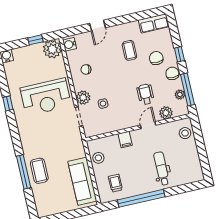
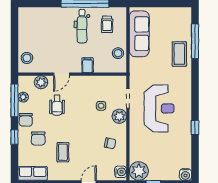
reception desk: (46, 97) -> (159, 108), moved, turned 90
dental chair: (162, 169) -> (82, 26), moved
window: (24, 172) -> (195, 41), moved

